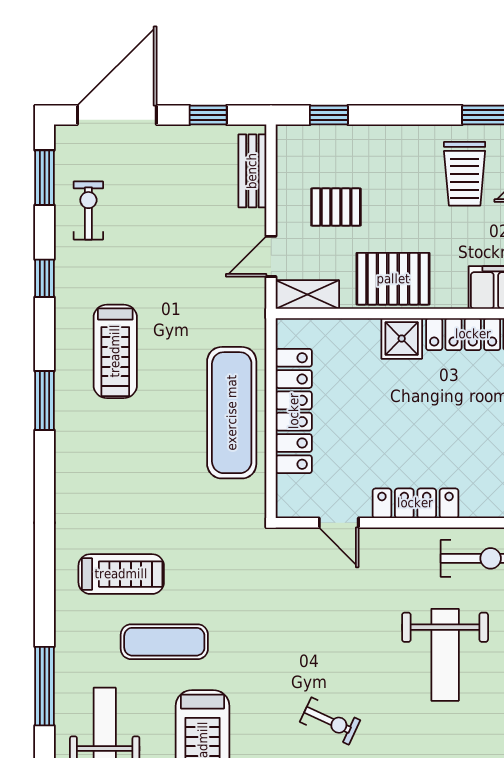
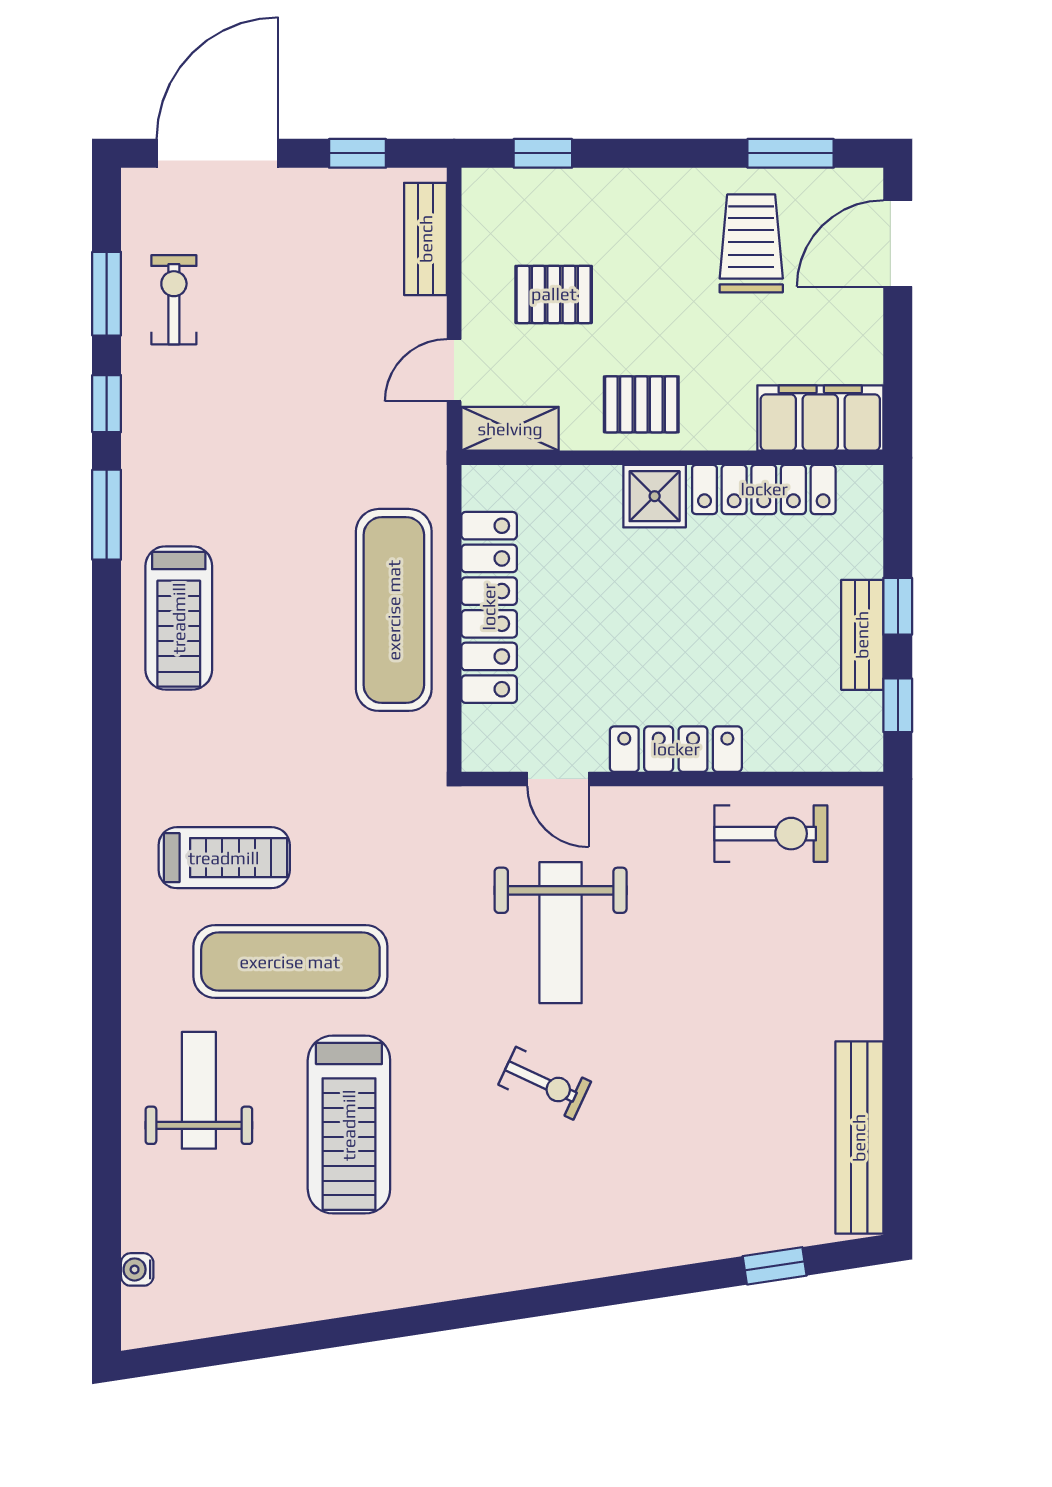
trolley: (465, 174) -> (751, 243), turned 180
window: (45, 178) -> (107, 294), moved
pallet: (393, 279) -> (641, 404), width x0.67, depth x0.71
treadmill: (115, 351) -> (179, 618), moved
window: (45, 400) -> (107, 515), moved
exercise mat: (164, 642) -> (290, 962), width x1.36, depth x1.45
weight bench: (445, 655) -> (561, 933), moved
window: (45, 686) -> (107, 1030), removed

